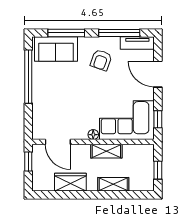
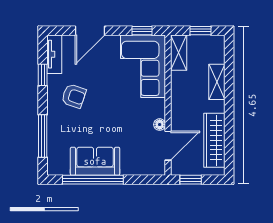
window: (119, 33) -> (43, 75), width x0.46
sofa: (56, 49) -> (95, 161), moved, turned -90
floor lamp: (93, 135) -> (160, 125), moved
shelving: (106, 151) -> (179, 53), moved
wardrobe: (70, 182) -> (214, 140), width x1.50

